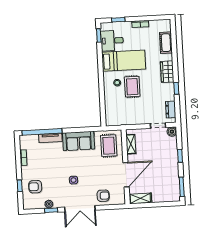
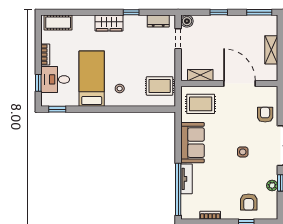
desk: (112, 41) -> (55, 79), moved, turned 90
cot: (166, 43) -> (58, 23), moved
rug: (132, 87) -> (160, 86), moved
shelving: (140, 198) -> (271, 50), moved

